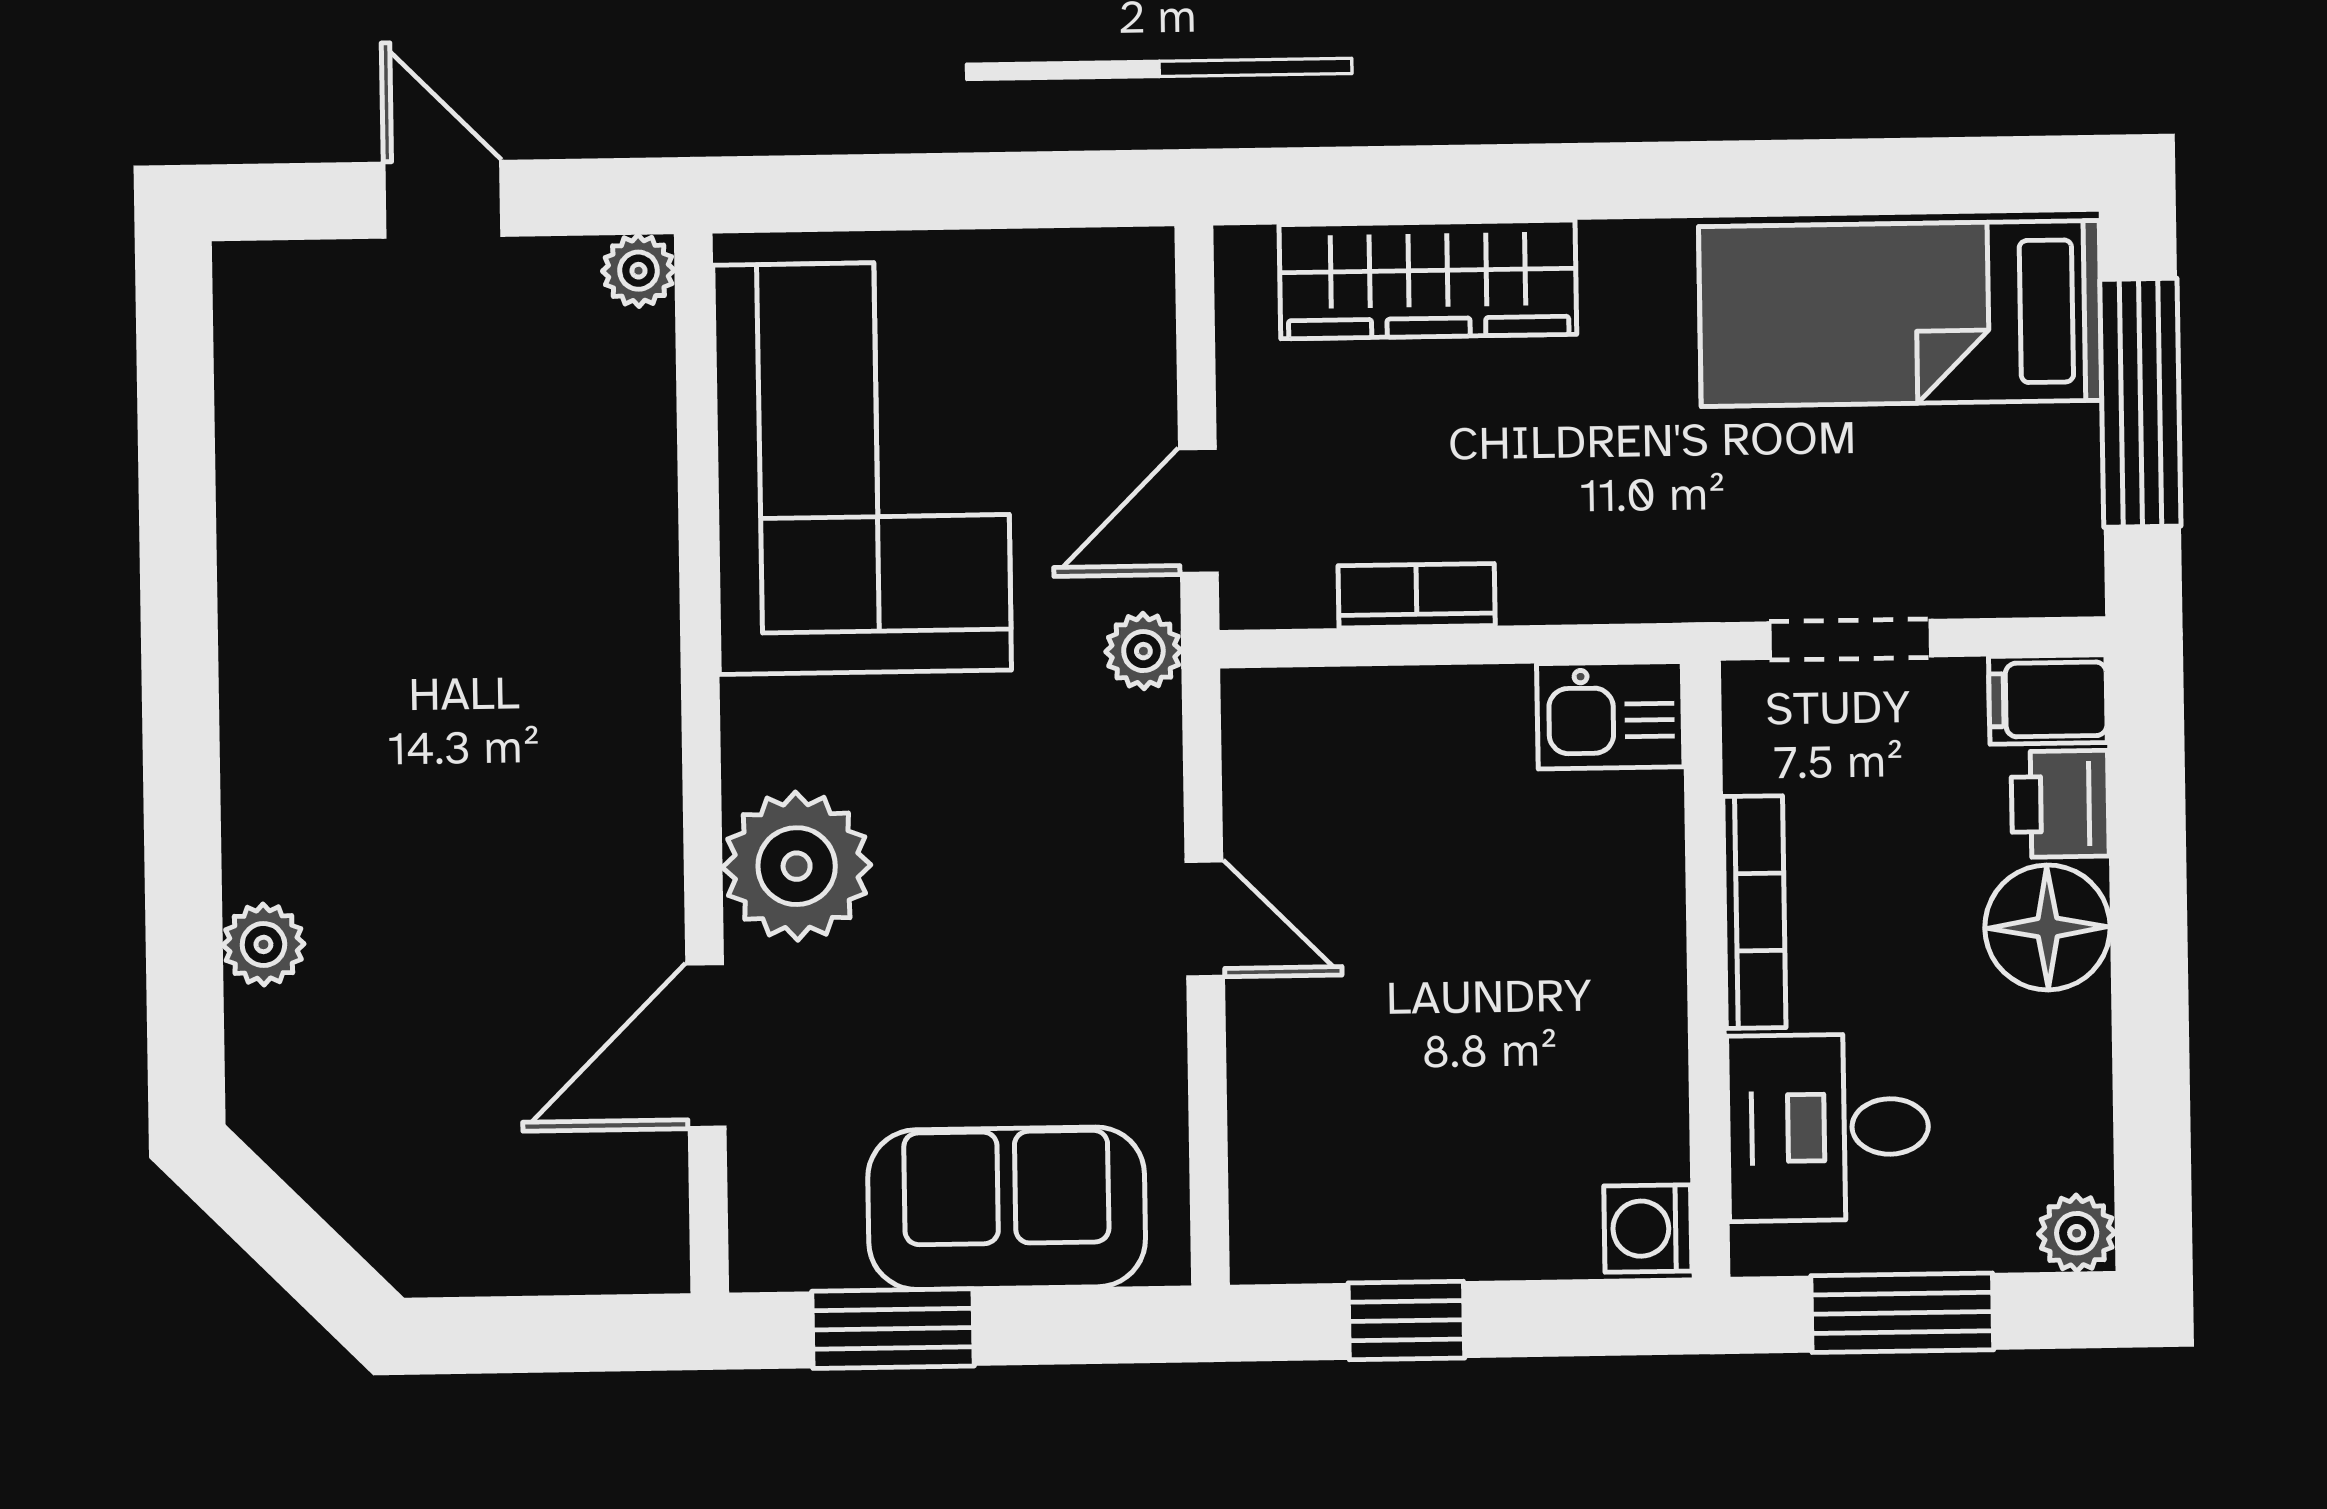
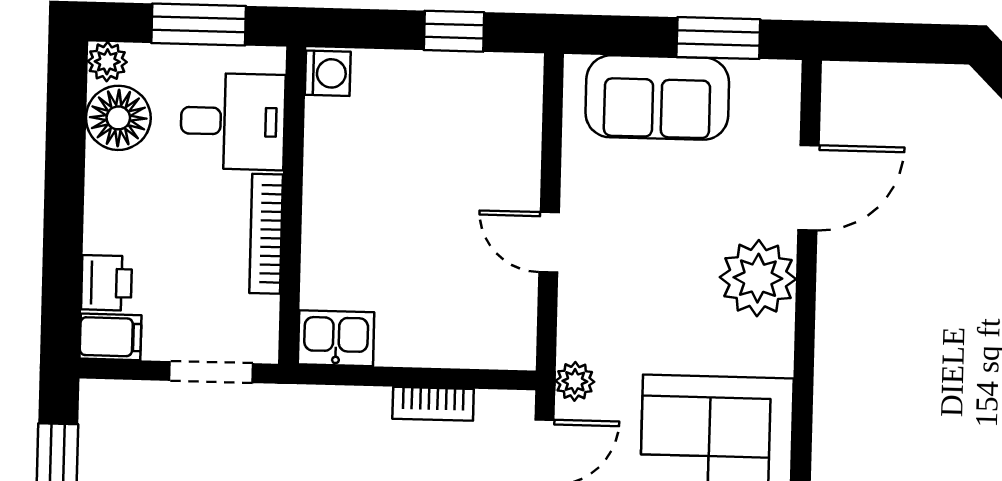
floor lamp: (2048, 927) -> (118, 118), moved

